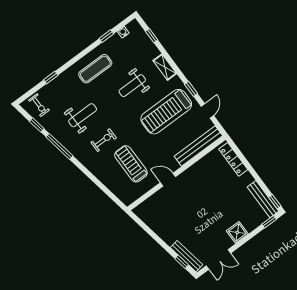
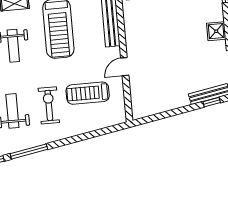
exercise bike: (104, 140) -> (49, 105), width x1.38, depth x1.39

